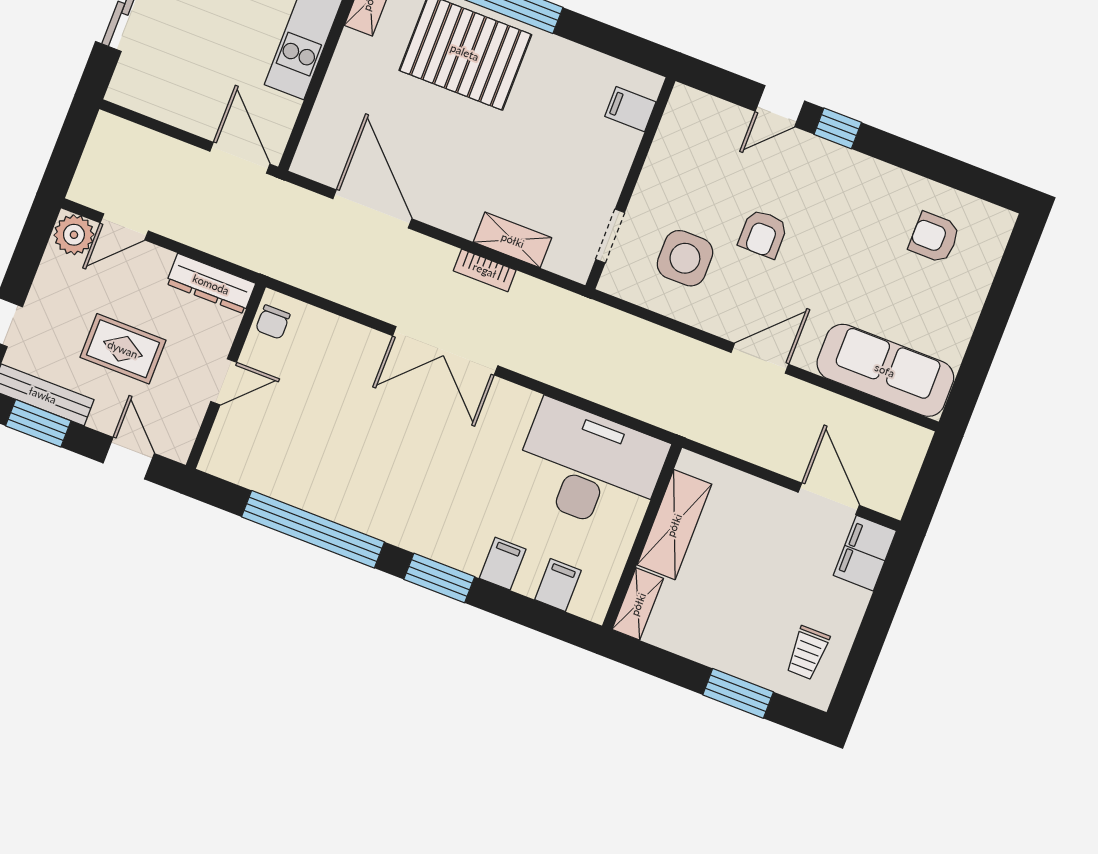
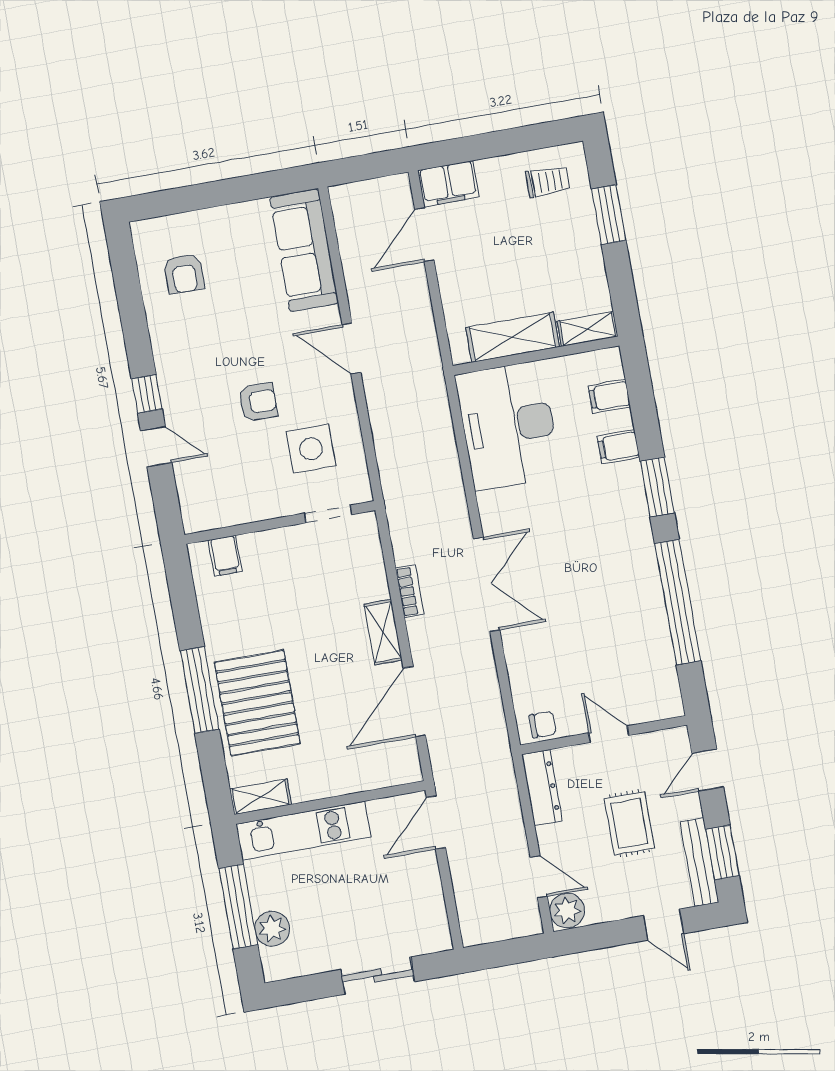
shelving: (513, 240) -> (383, 632), moved

